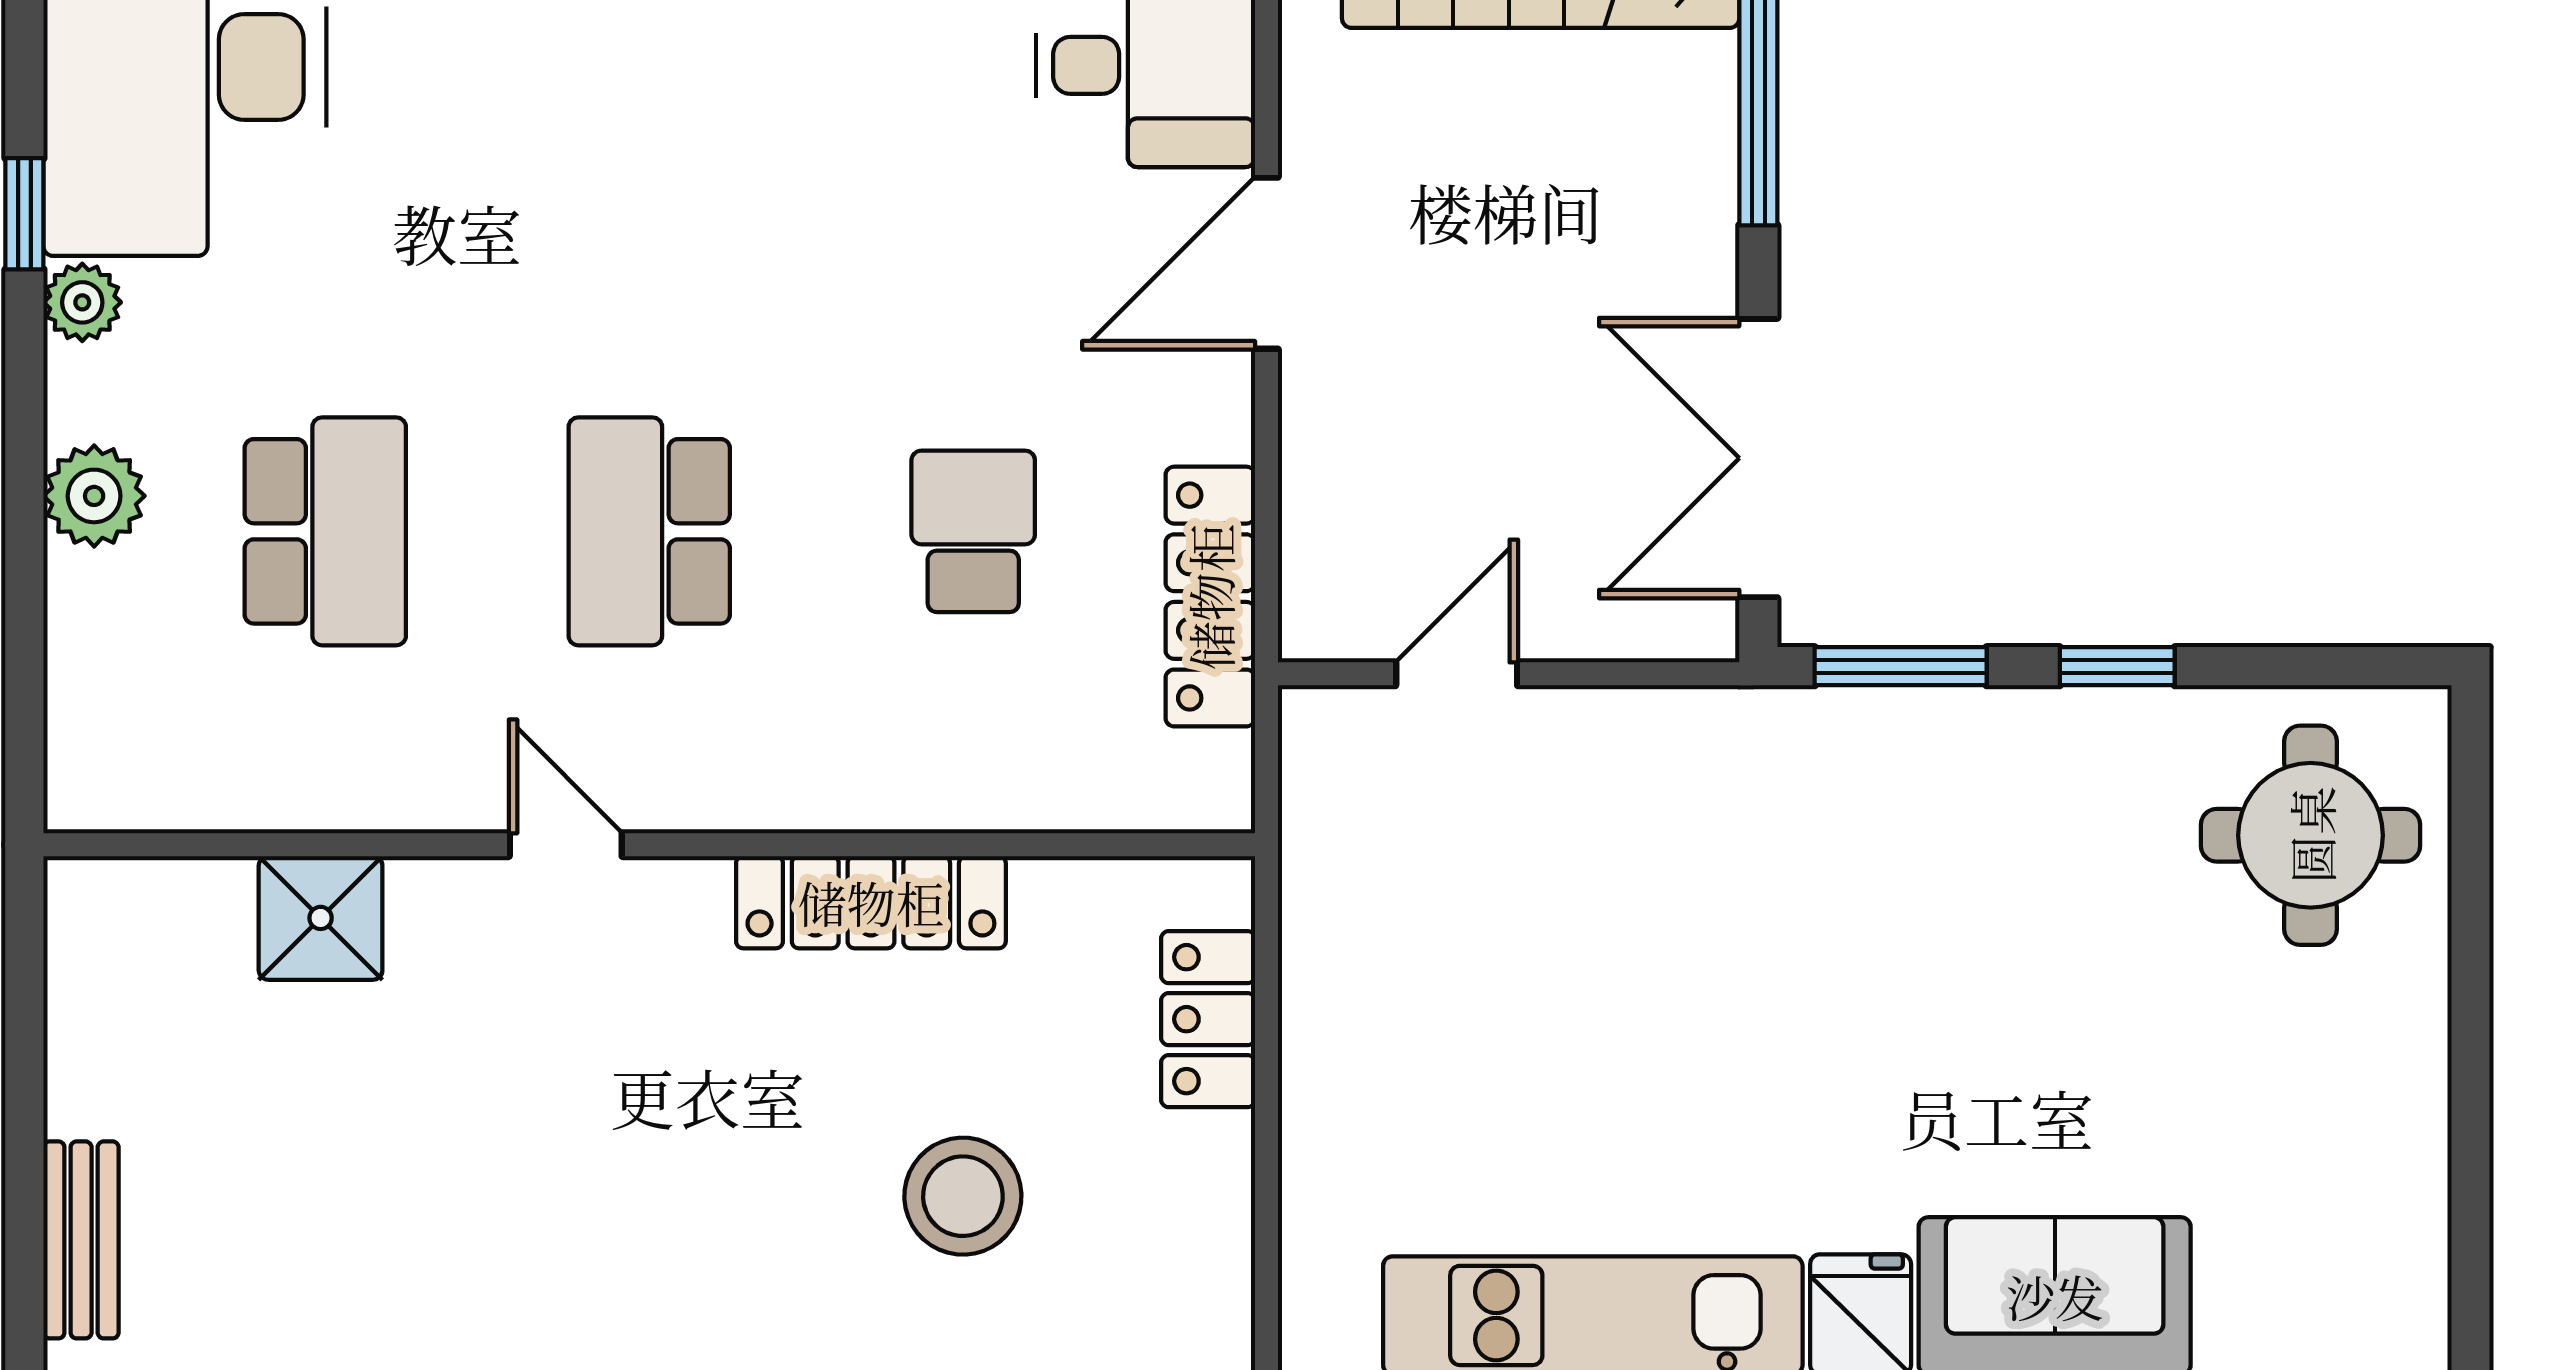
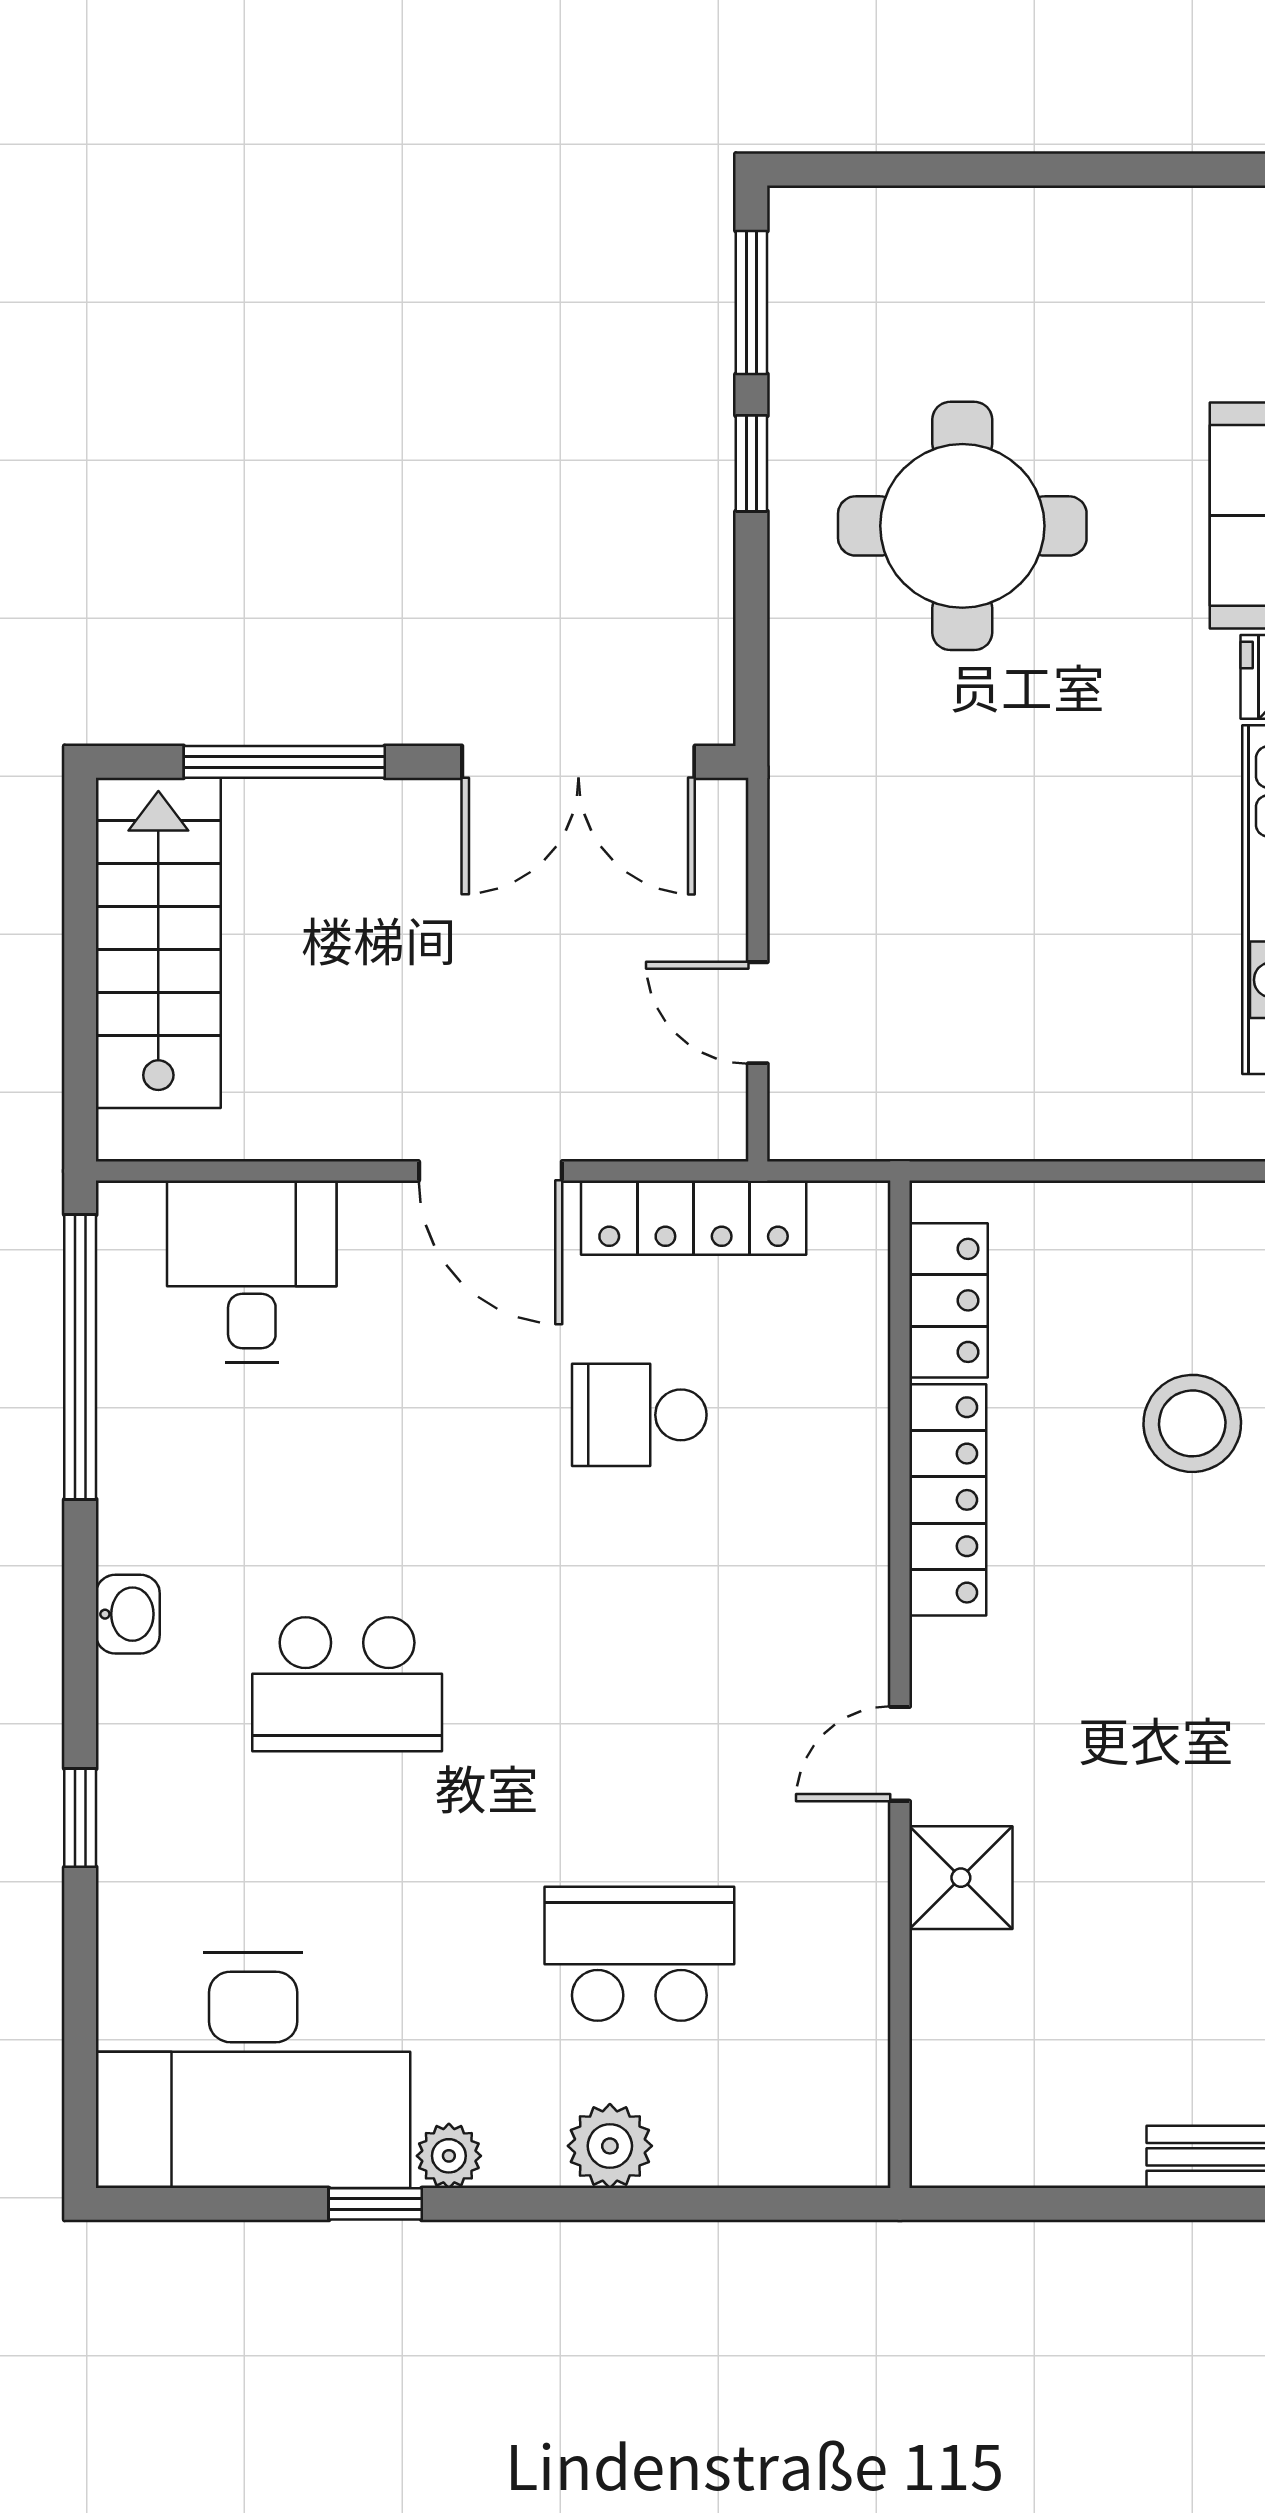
door: (1266, 263) -> (490, 1171), moved
school desk: (649, 531) -> (347, 1684), moved
window: (1901, 666) -> (751, 303), moved
round table: (2311, 835) -> (962, 526), moved, width x1.36, depth x1.36
shower: (321, 918) -> (961, 1878), moved
locker: (1208, 1019) -> (948, 1300), moved, turned -90

